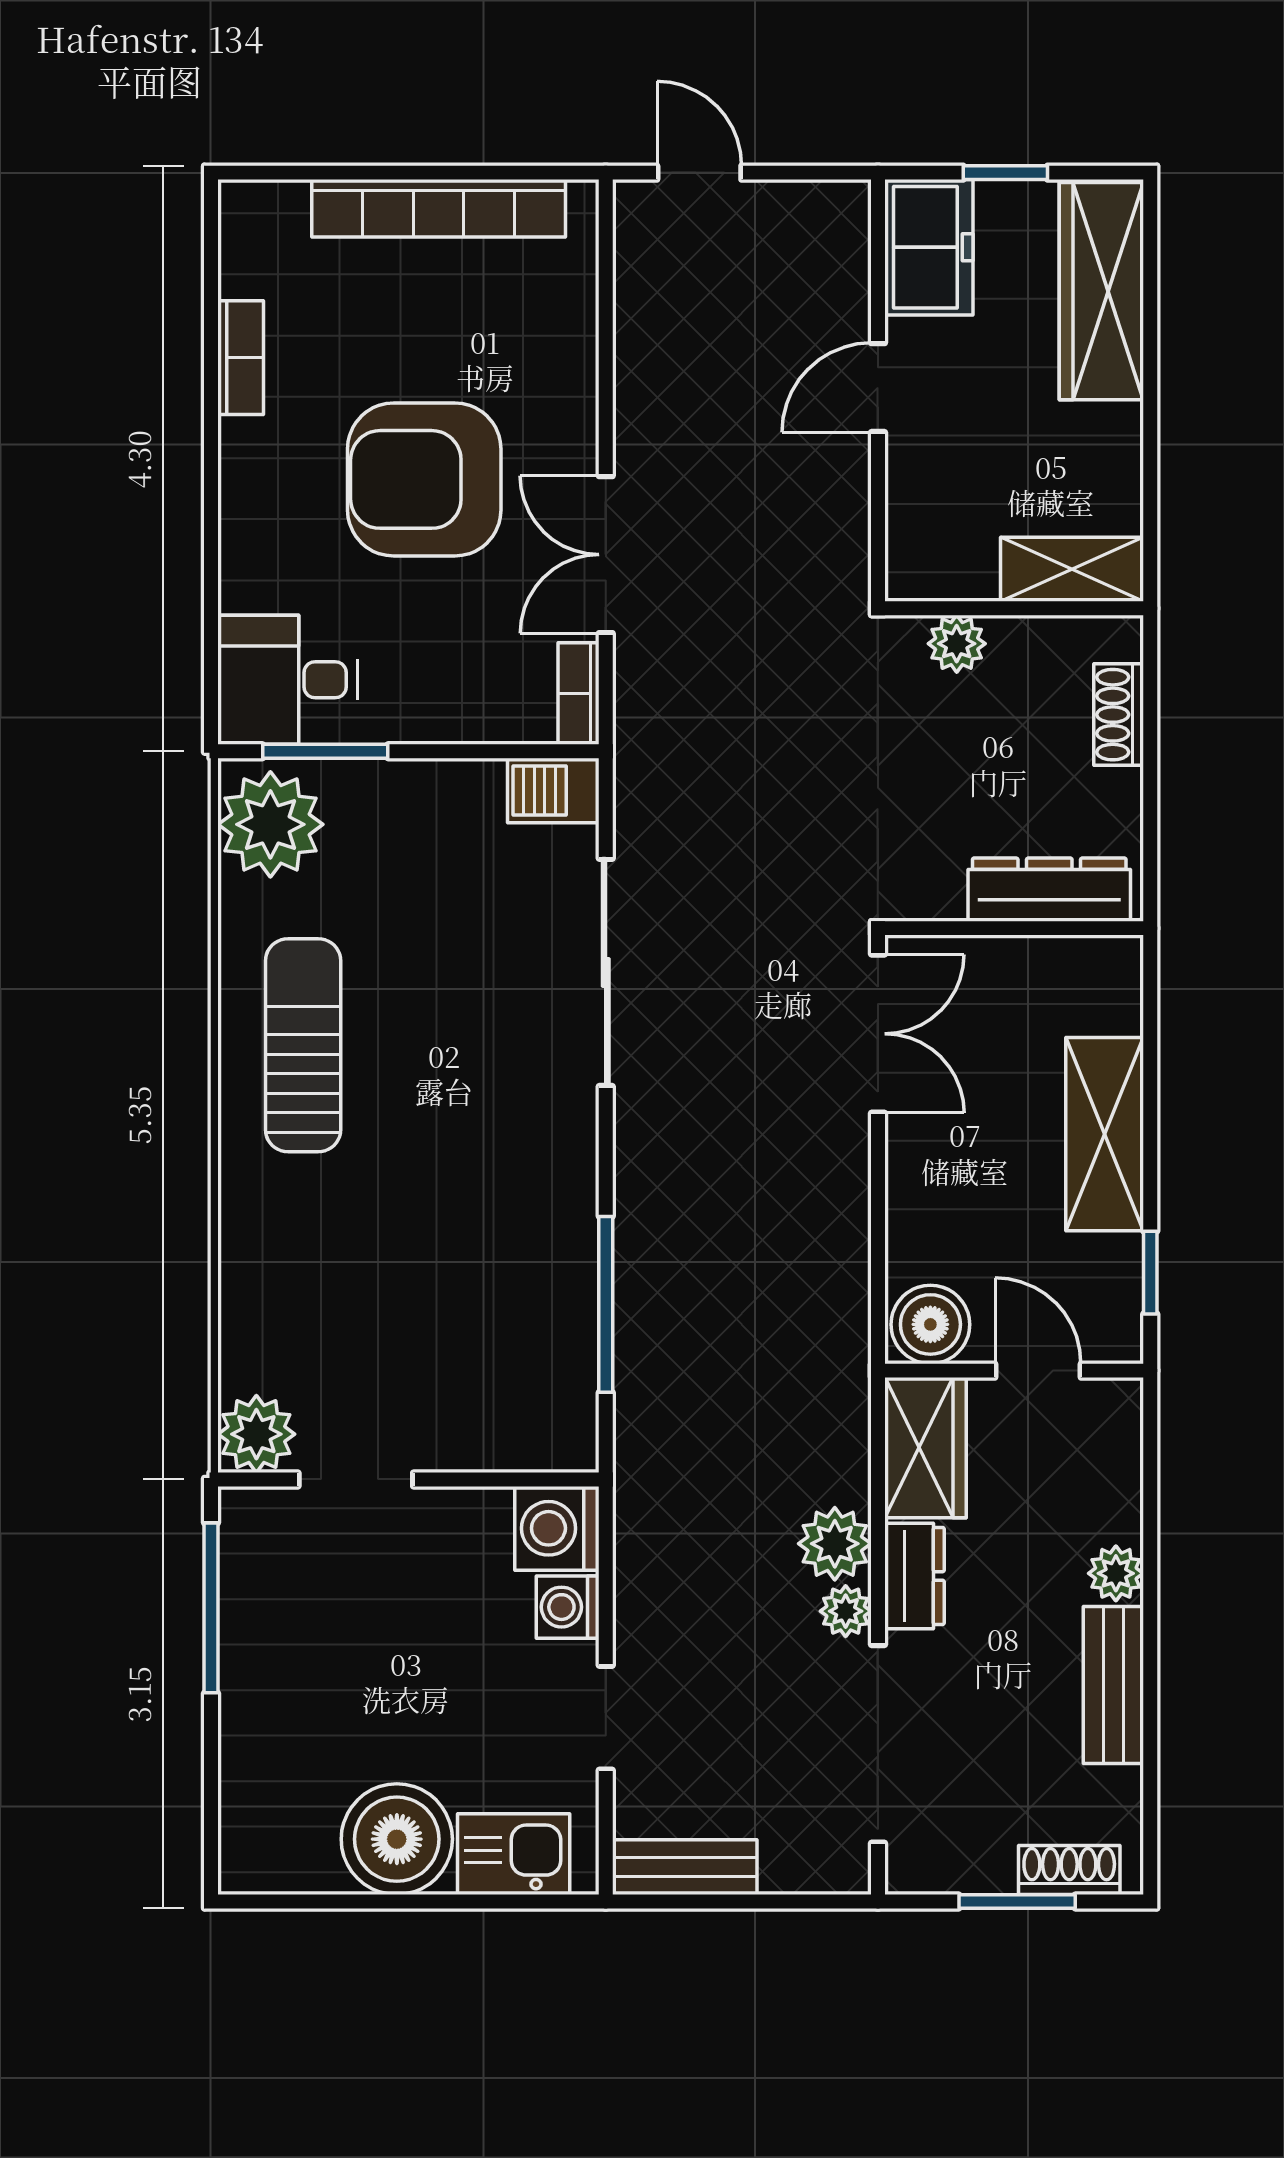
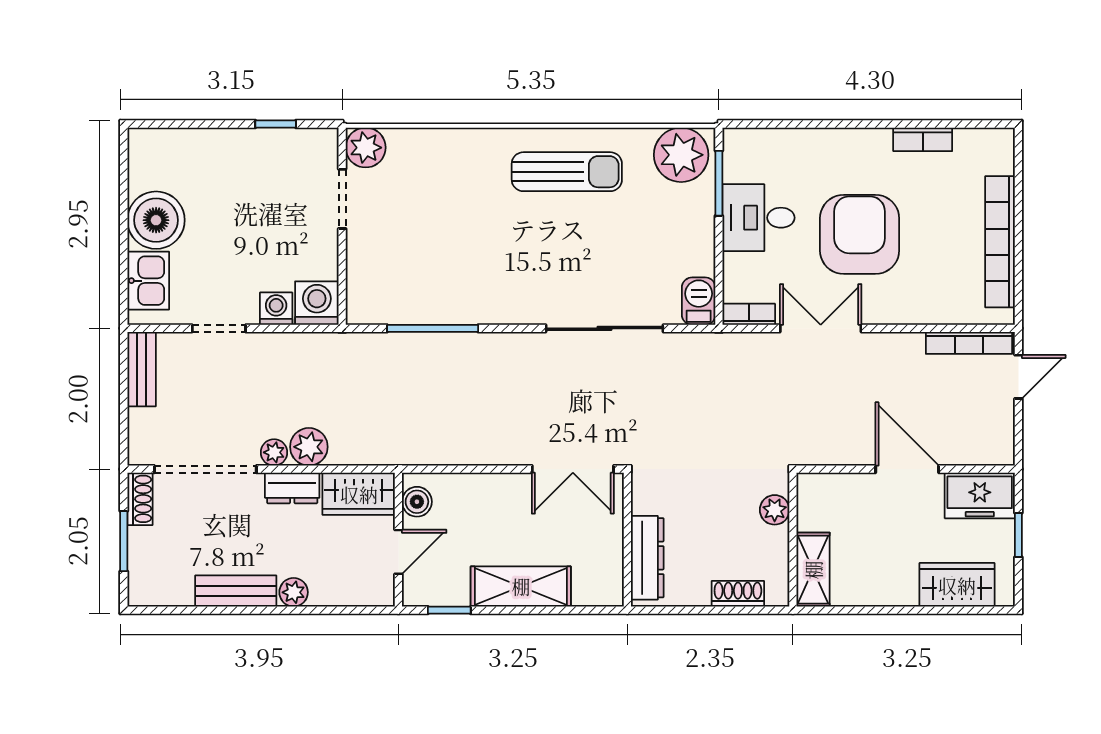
bookcase: (634, 268) -> (969, 343), added
wardrobe: (1101, 291) -> (957, 585), width x0.67
door: (878, 388) -> (907, 469), width x1.38
desk: (287, 680) -> (759, 218), moved, turned -90
boiler: (930, 1324) -> (417, 502), width x0.73, depth x0.73
window: (211, 1608) -> (276, 124), width x0.46
shoe rack: (1069, 1870) -> (140, 499), moved

